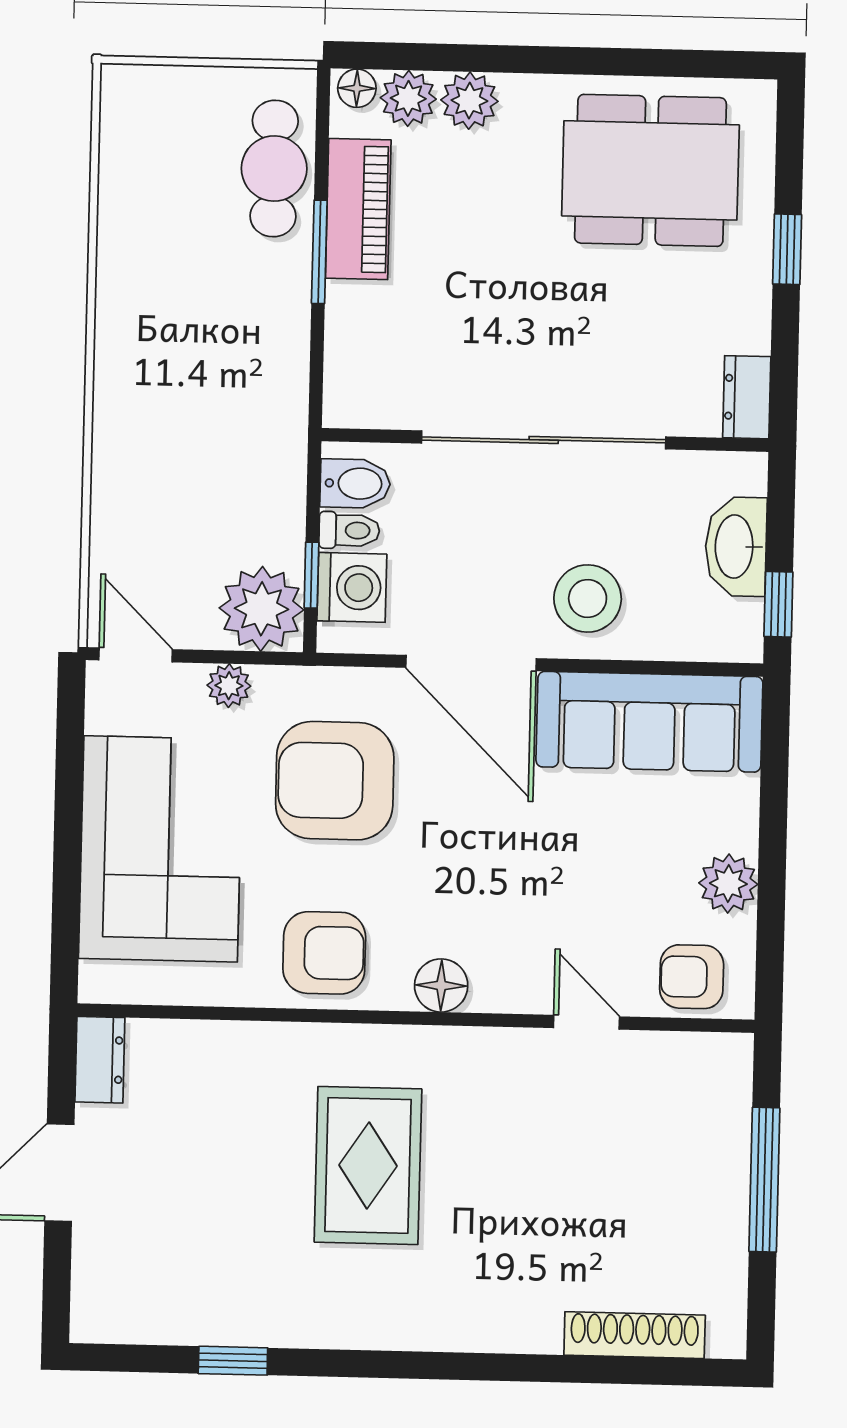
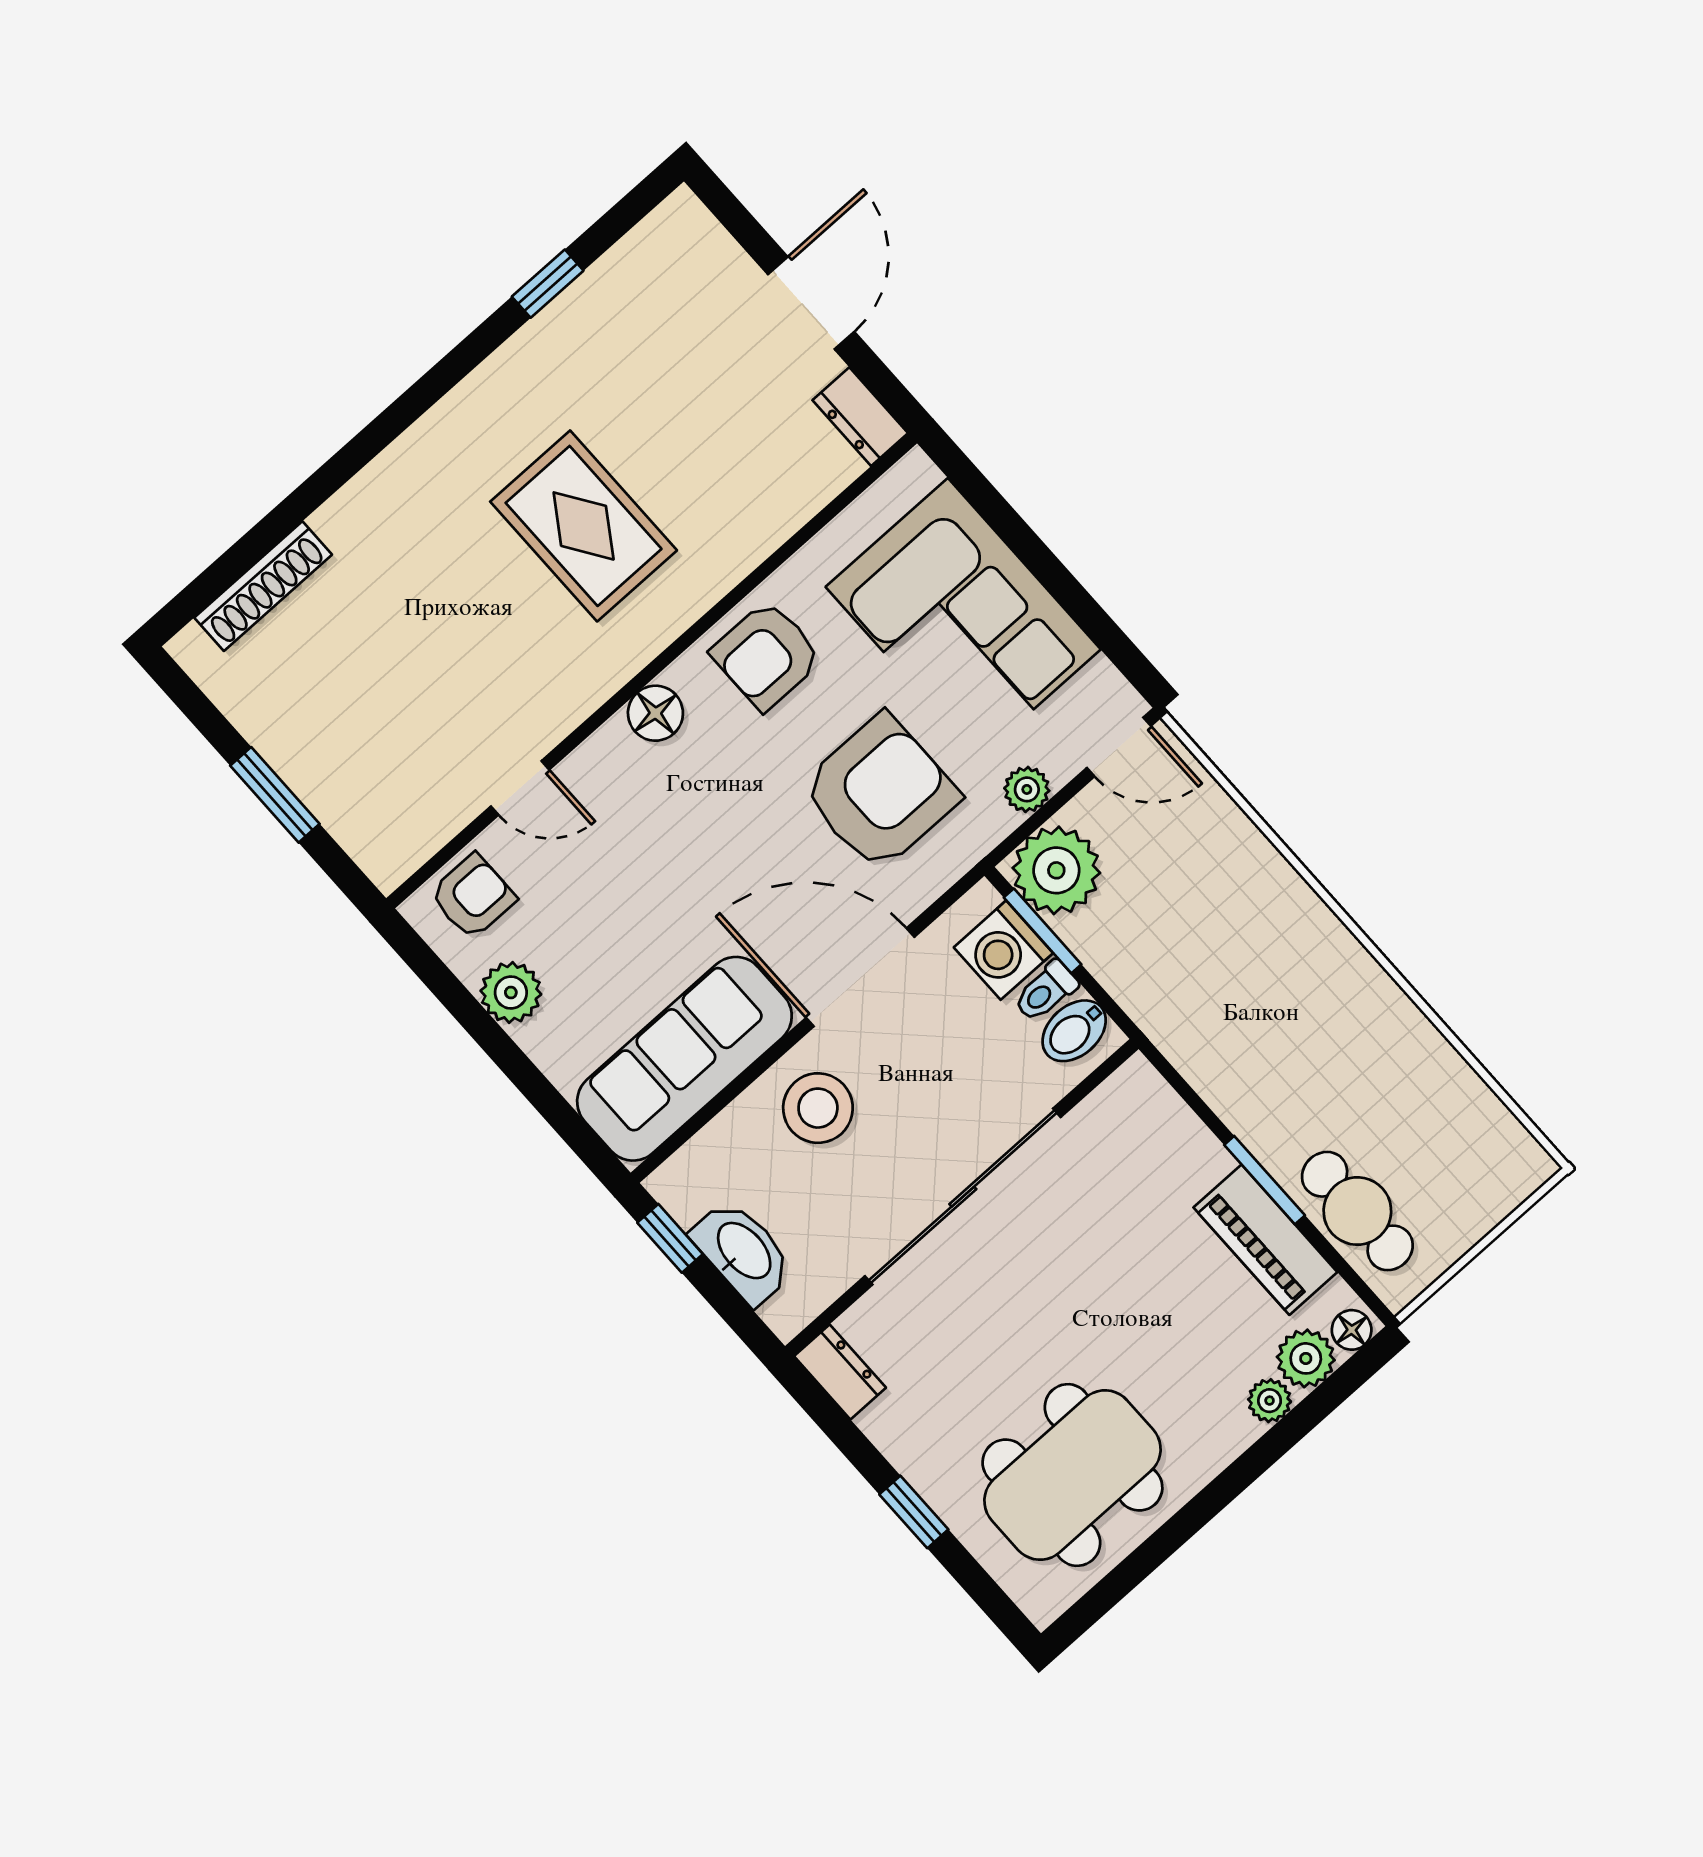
plant: (469, 101) -> (1270, 1401), width x0.73, depth x0.73
window: (311, 575) -> (1043, 931), width x1.50
window: (764, 1180) -> (275, 795), width x0.69

